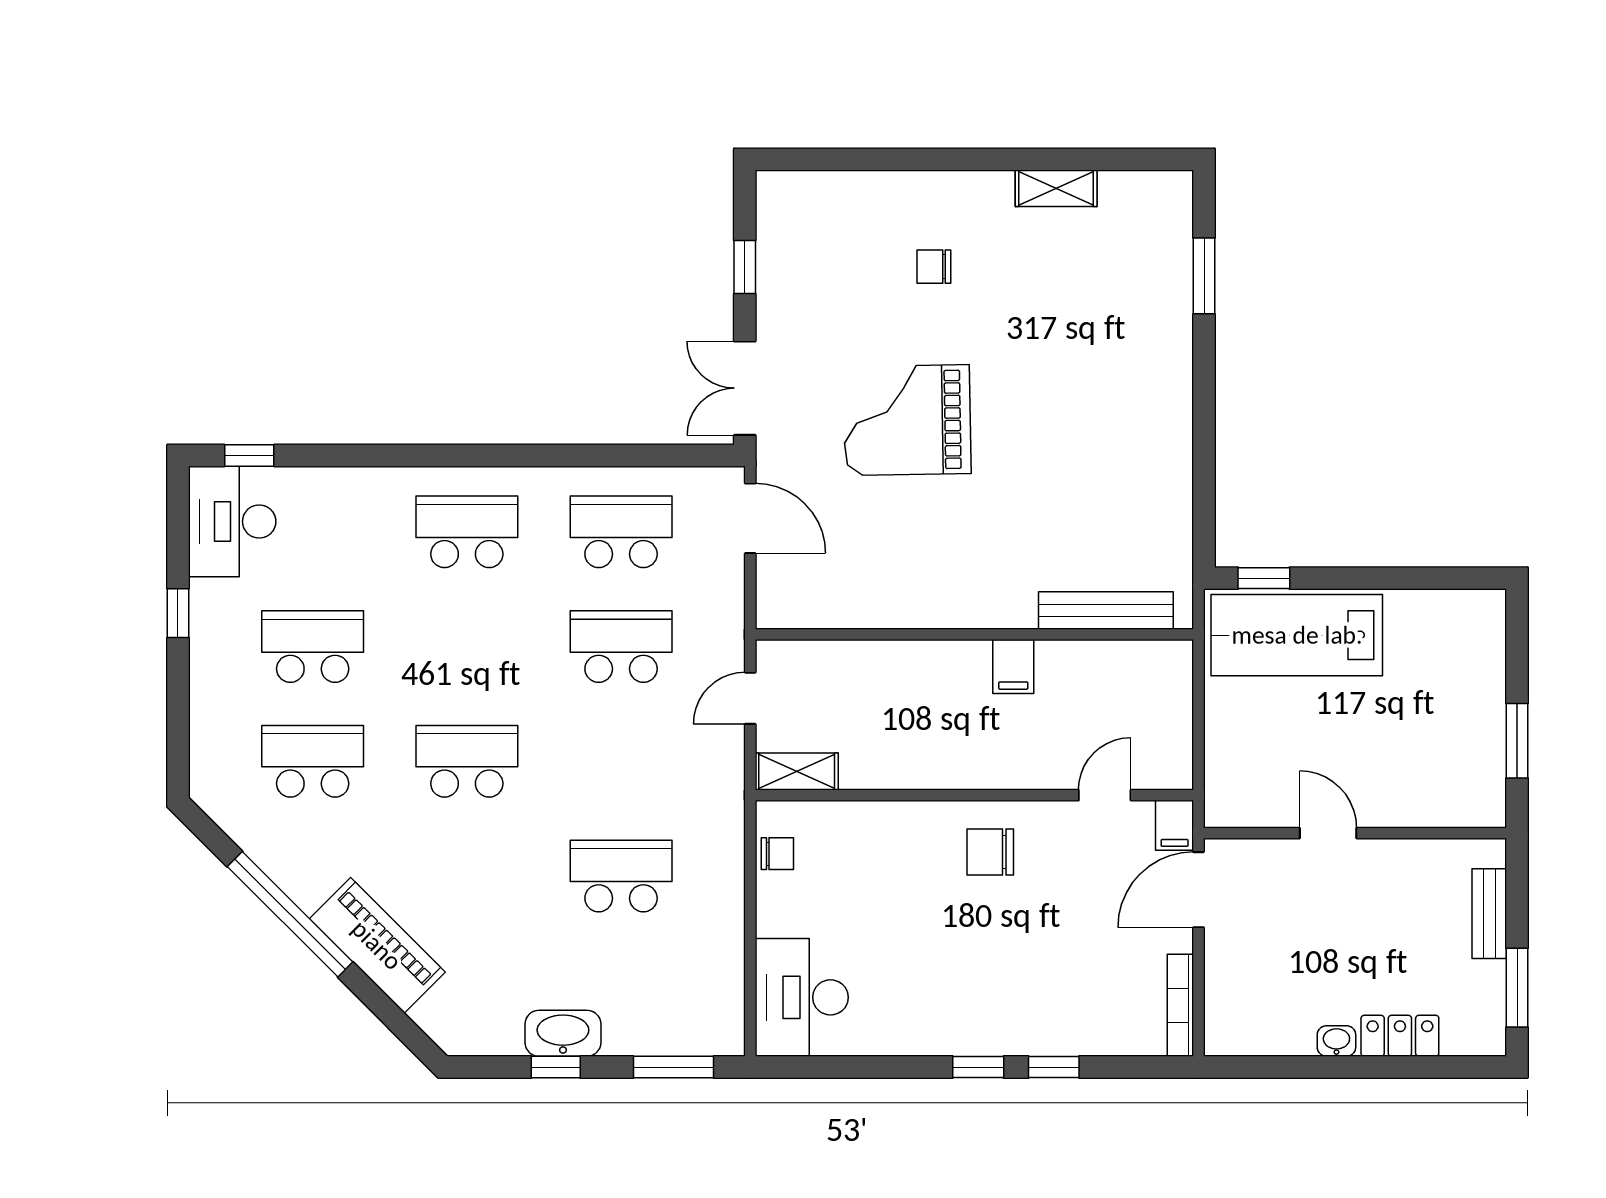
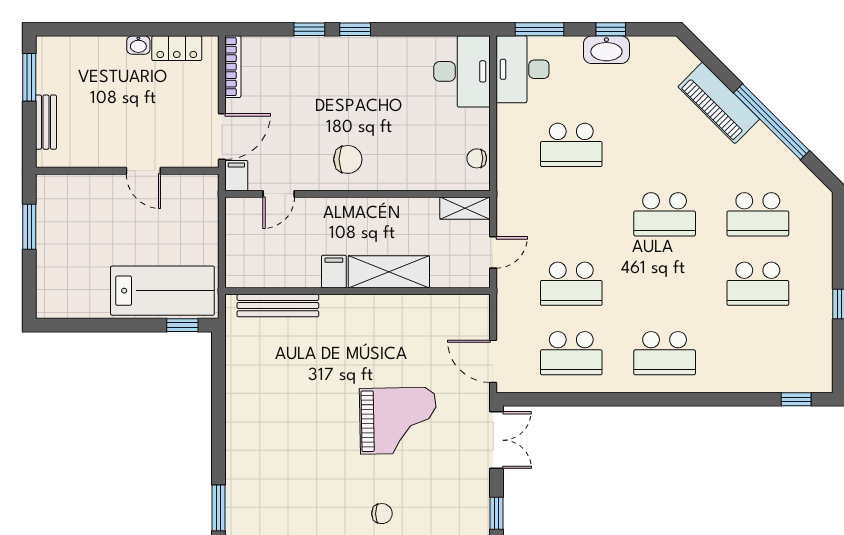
desk: (232, 522) -> (523, 69), moved, turned 180
shelving: (923, 666) -> (389, 272), added
locker: (1400, 1036) -> (177, 48), moved

